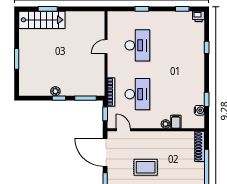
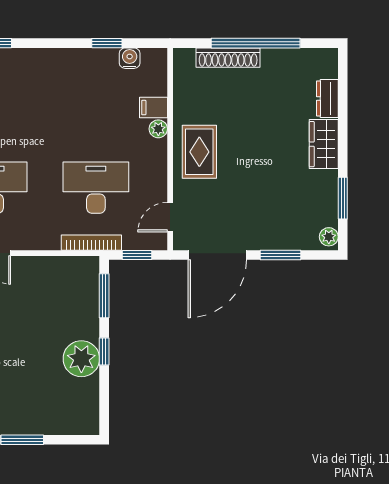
plant: (55, 91) -> (81, 359), width x1.87, depth x1.87
shoe rack: (200, 146) -> (228, 58), moved
rug: (146, 167) -> (199, 152), moved

